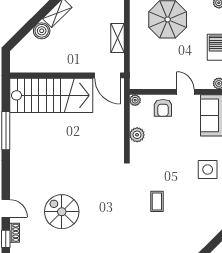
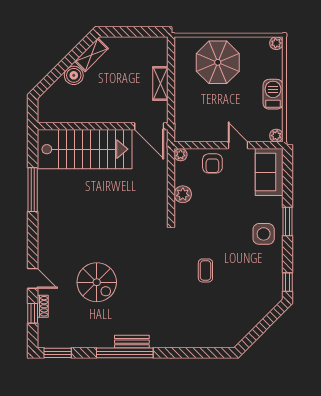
spiral stairs: (62, 212) -> (97, 282), turned 180

